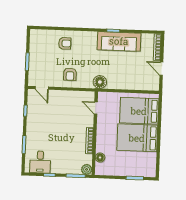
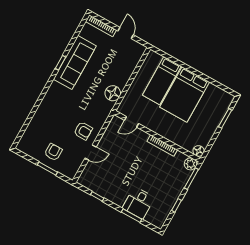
armchair: (65, 43) -> (53, 152), moved
door: (161, 69) -> (126, 33), swing flipped
floor lamp: (100, 82) -> (113, 93), moved
door: (42, 88) -> (90, 153), moved
bed: (139, 111) -> (162, 81), width x0.67
floor lamp: (100, 158) -> (199, 151), moved
desk: (40, 162) -> (138, 203), moved, turned 90

